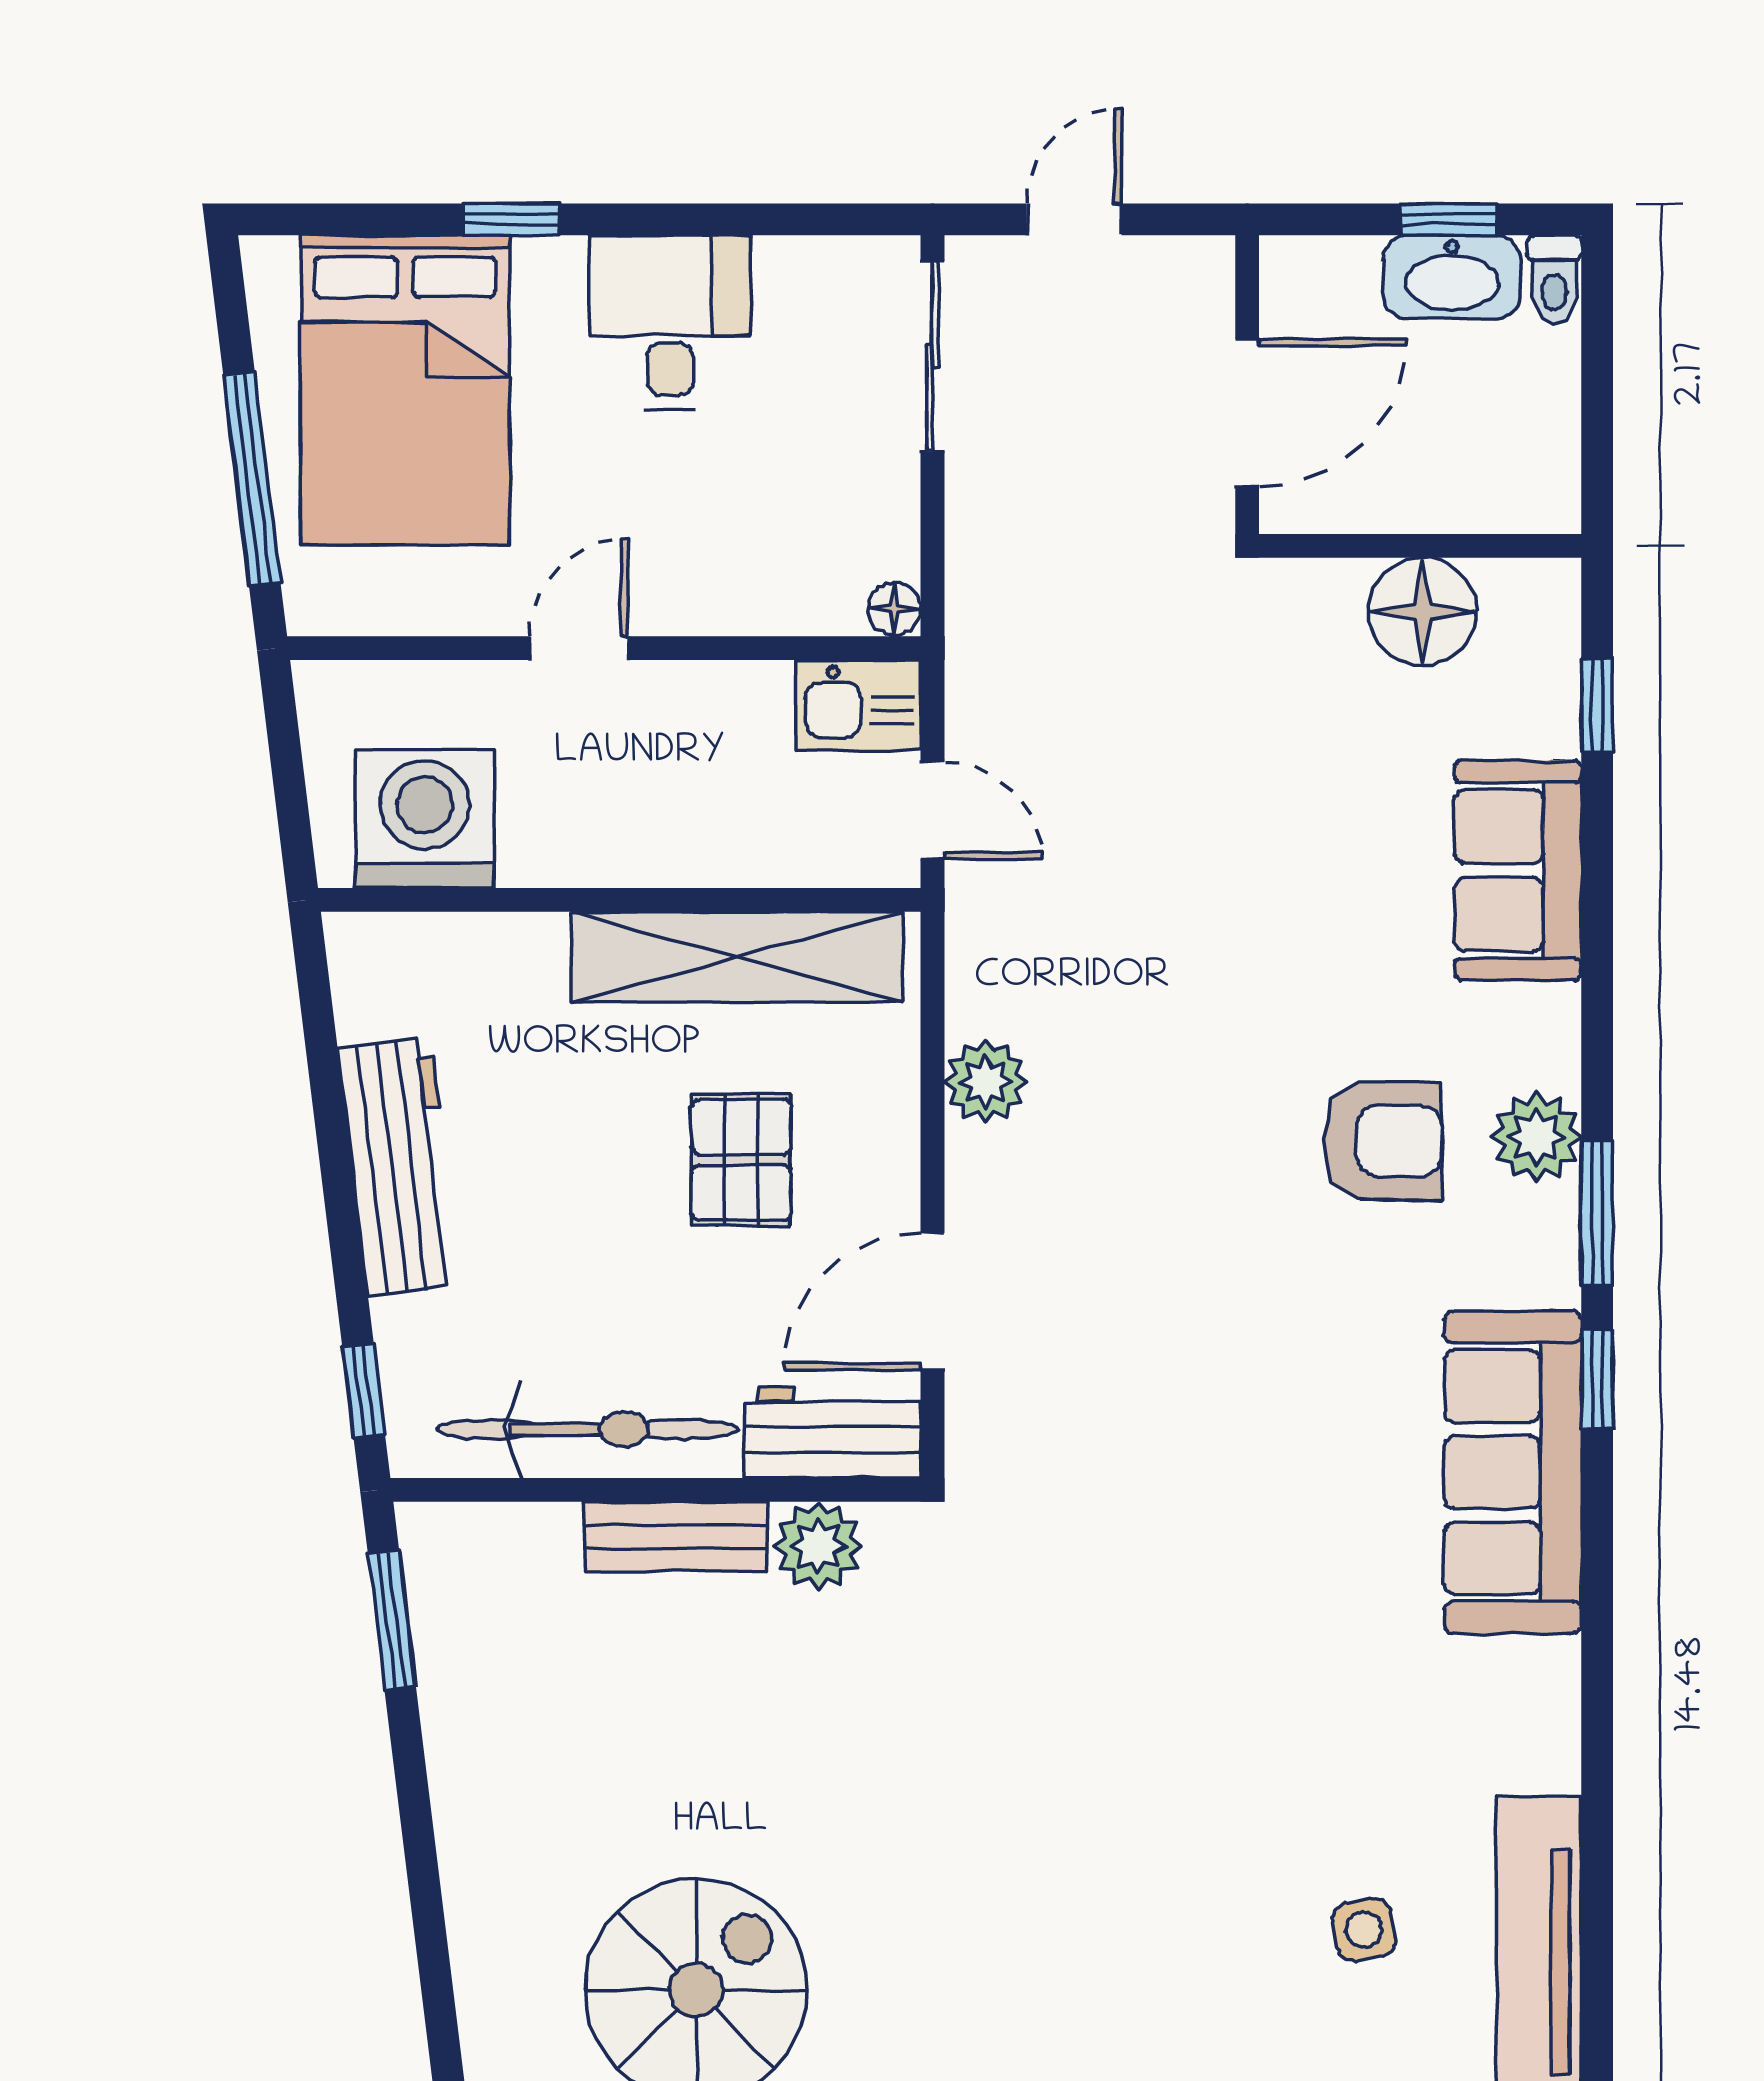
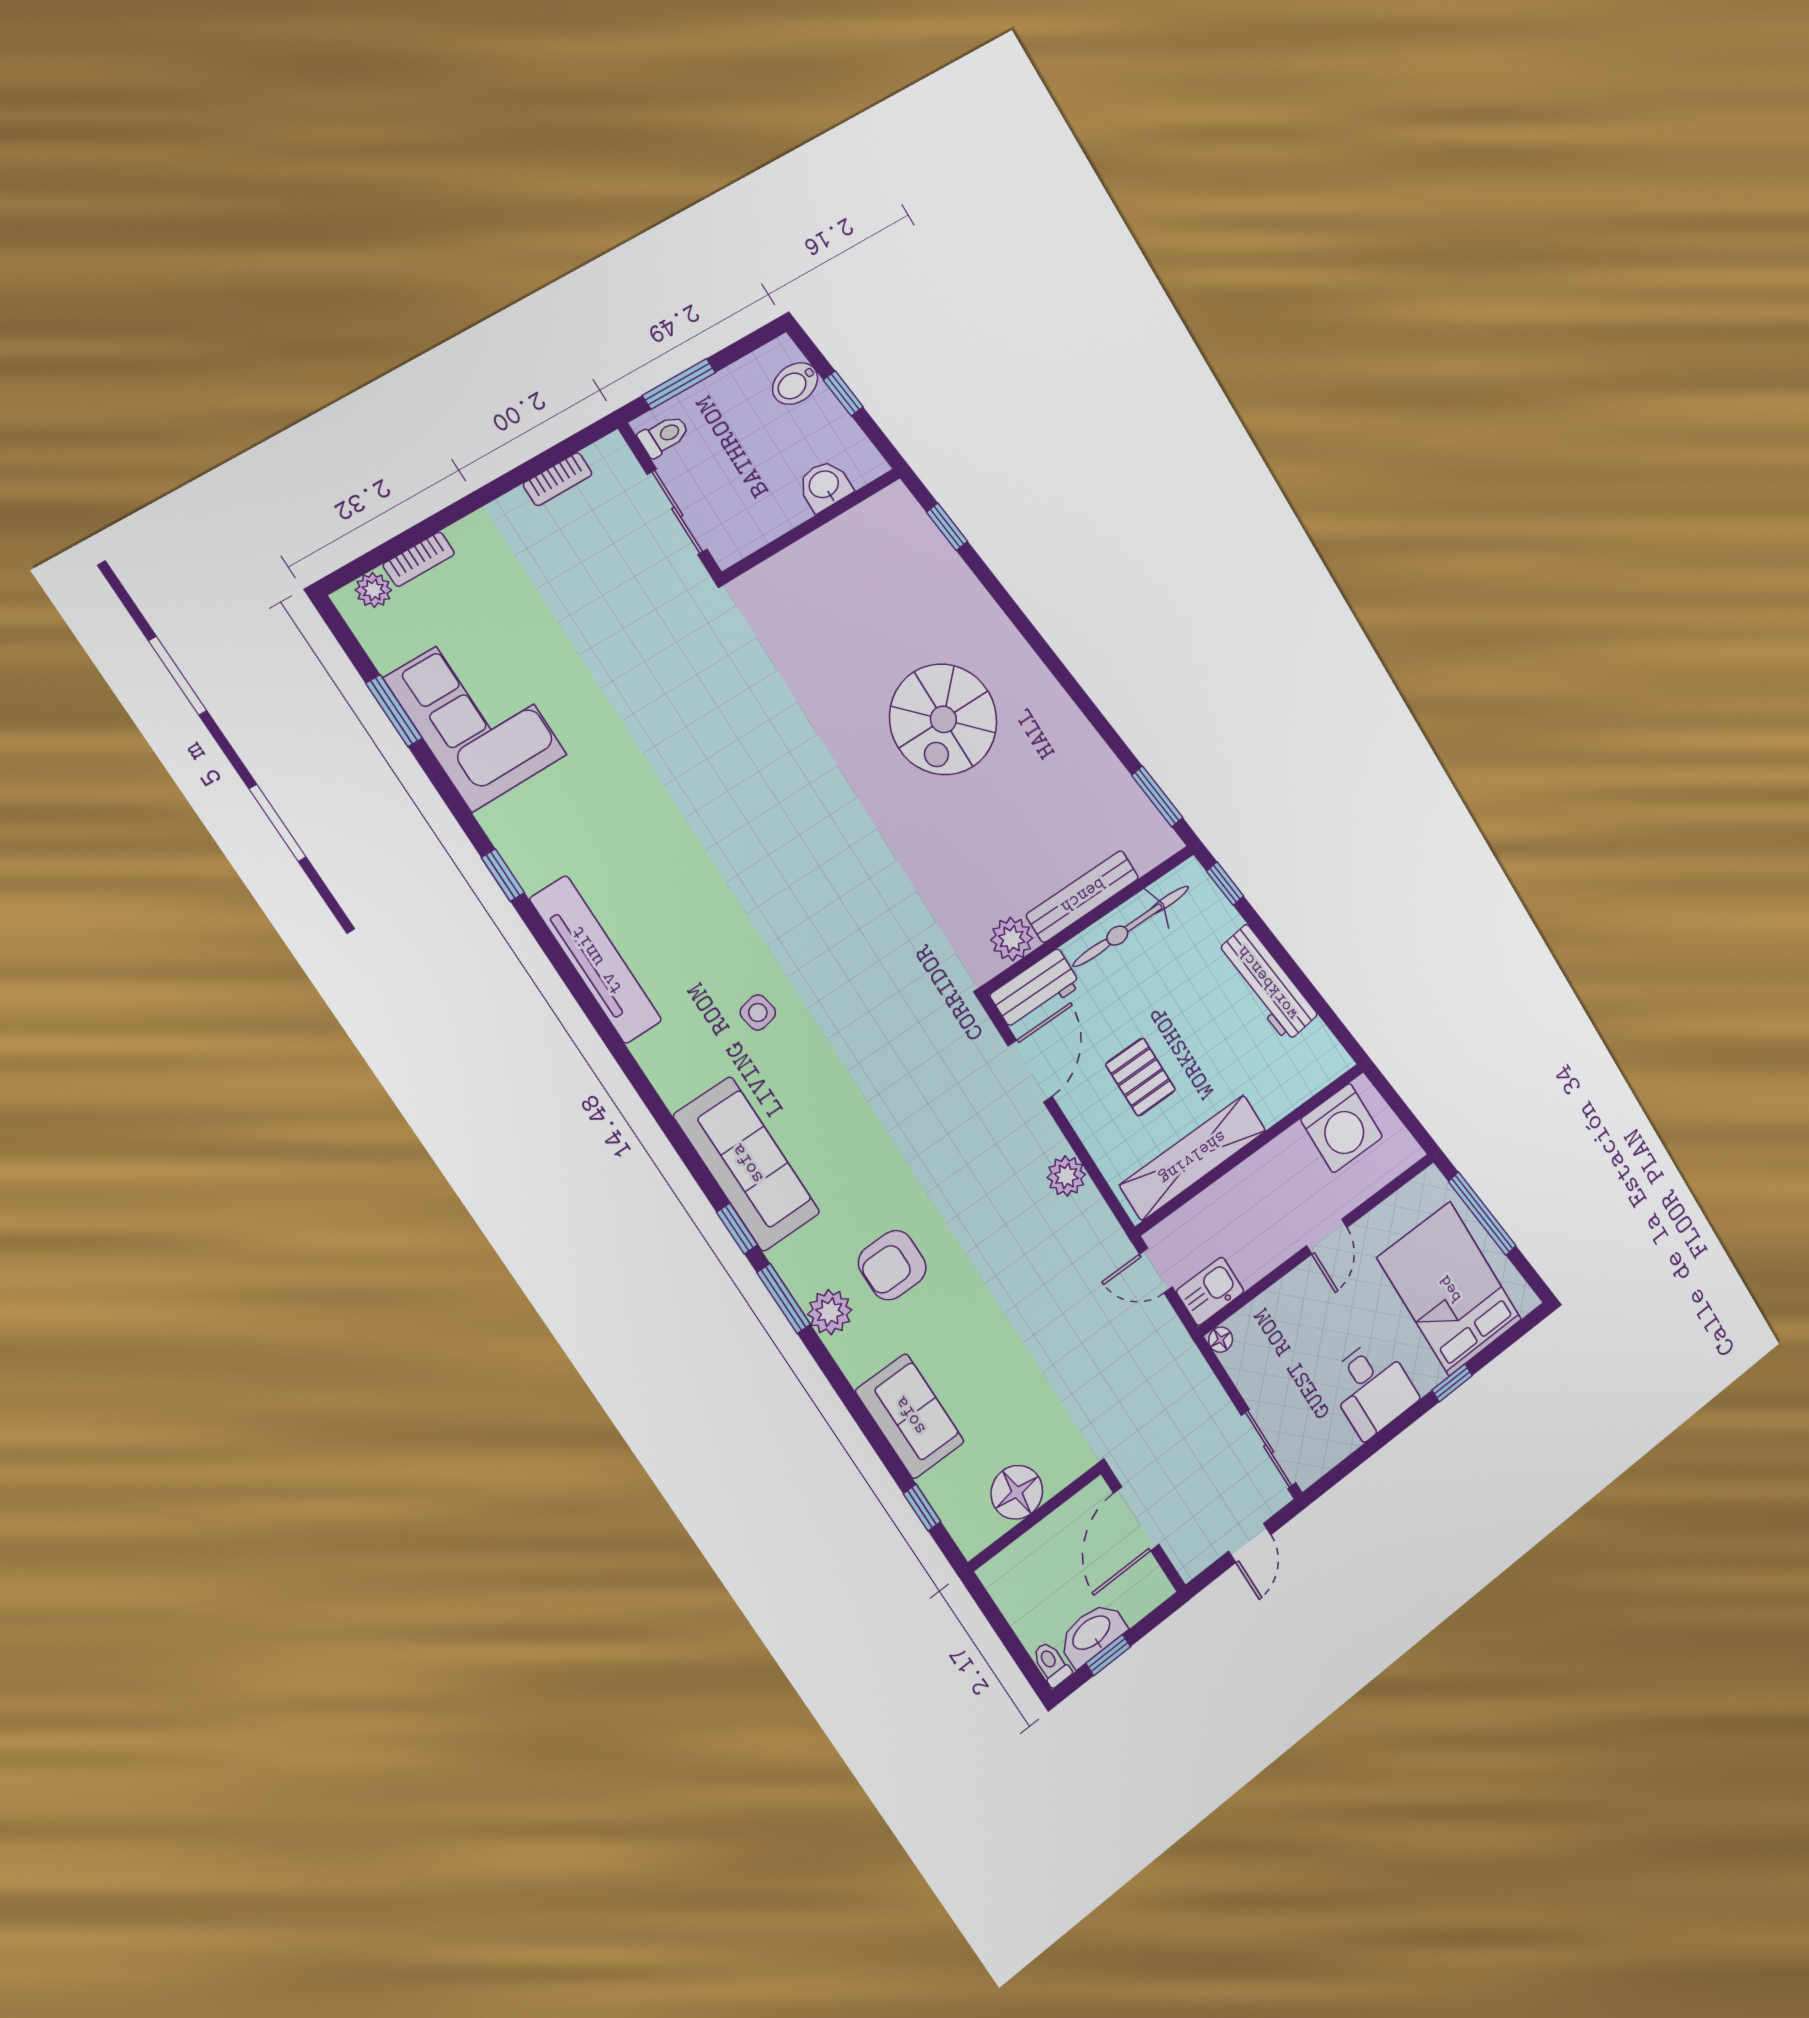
bench: (676, 1536) -> (1083, 896), width x1.36
side table: (1364, 1930) -> (758, 1012), moved

